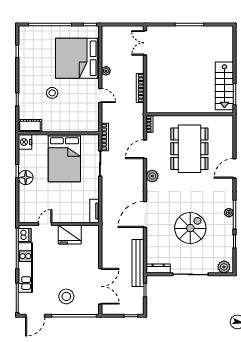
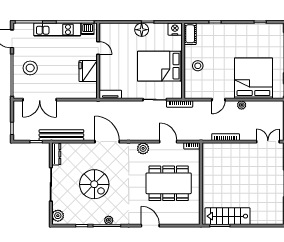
stool: (52, 93) -> (198, 66), moved

